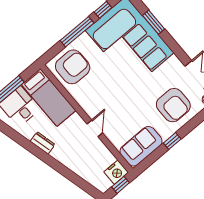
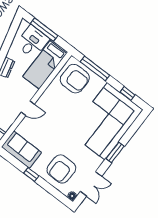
window: (154, 22) -> (115, 152), moved
window: (77, 32) -> (95, 68), moved

